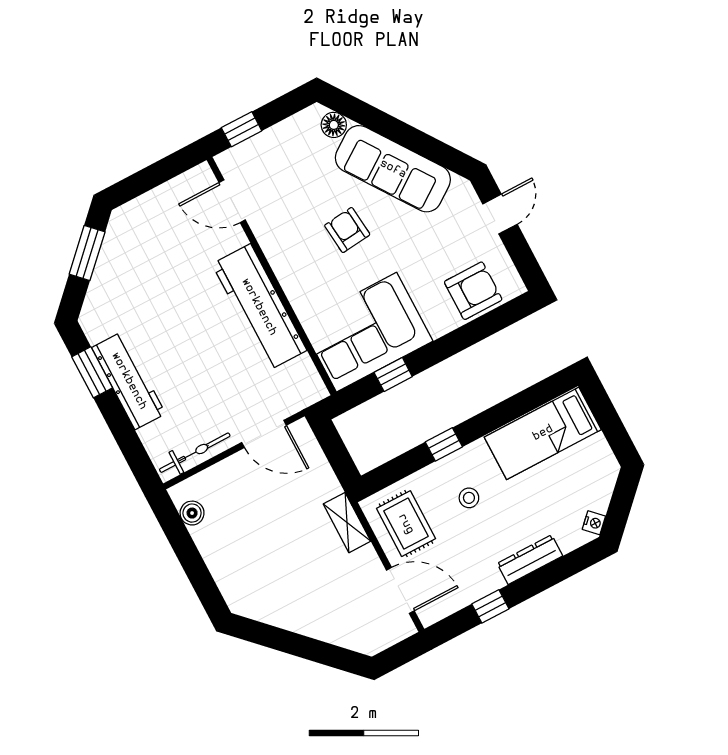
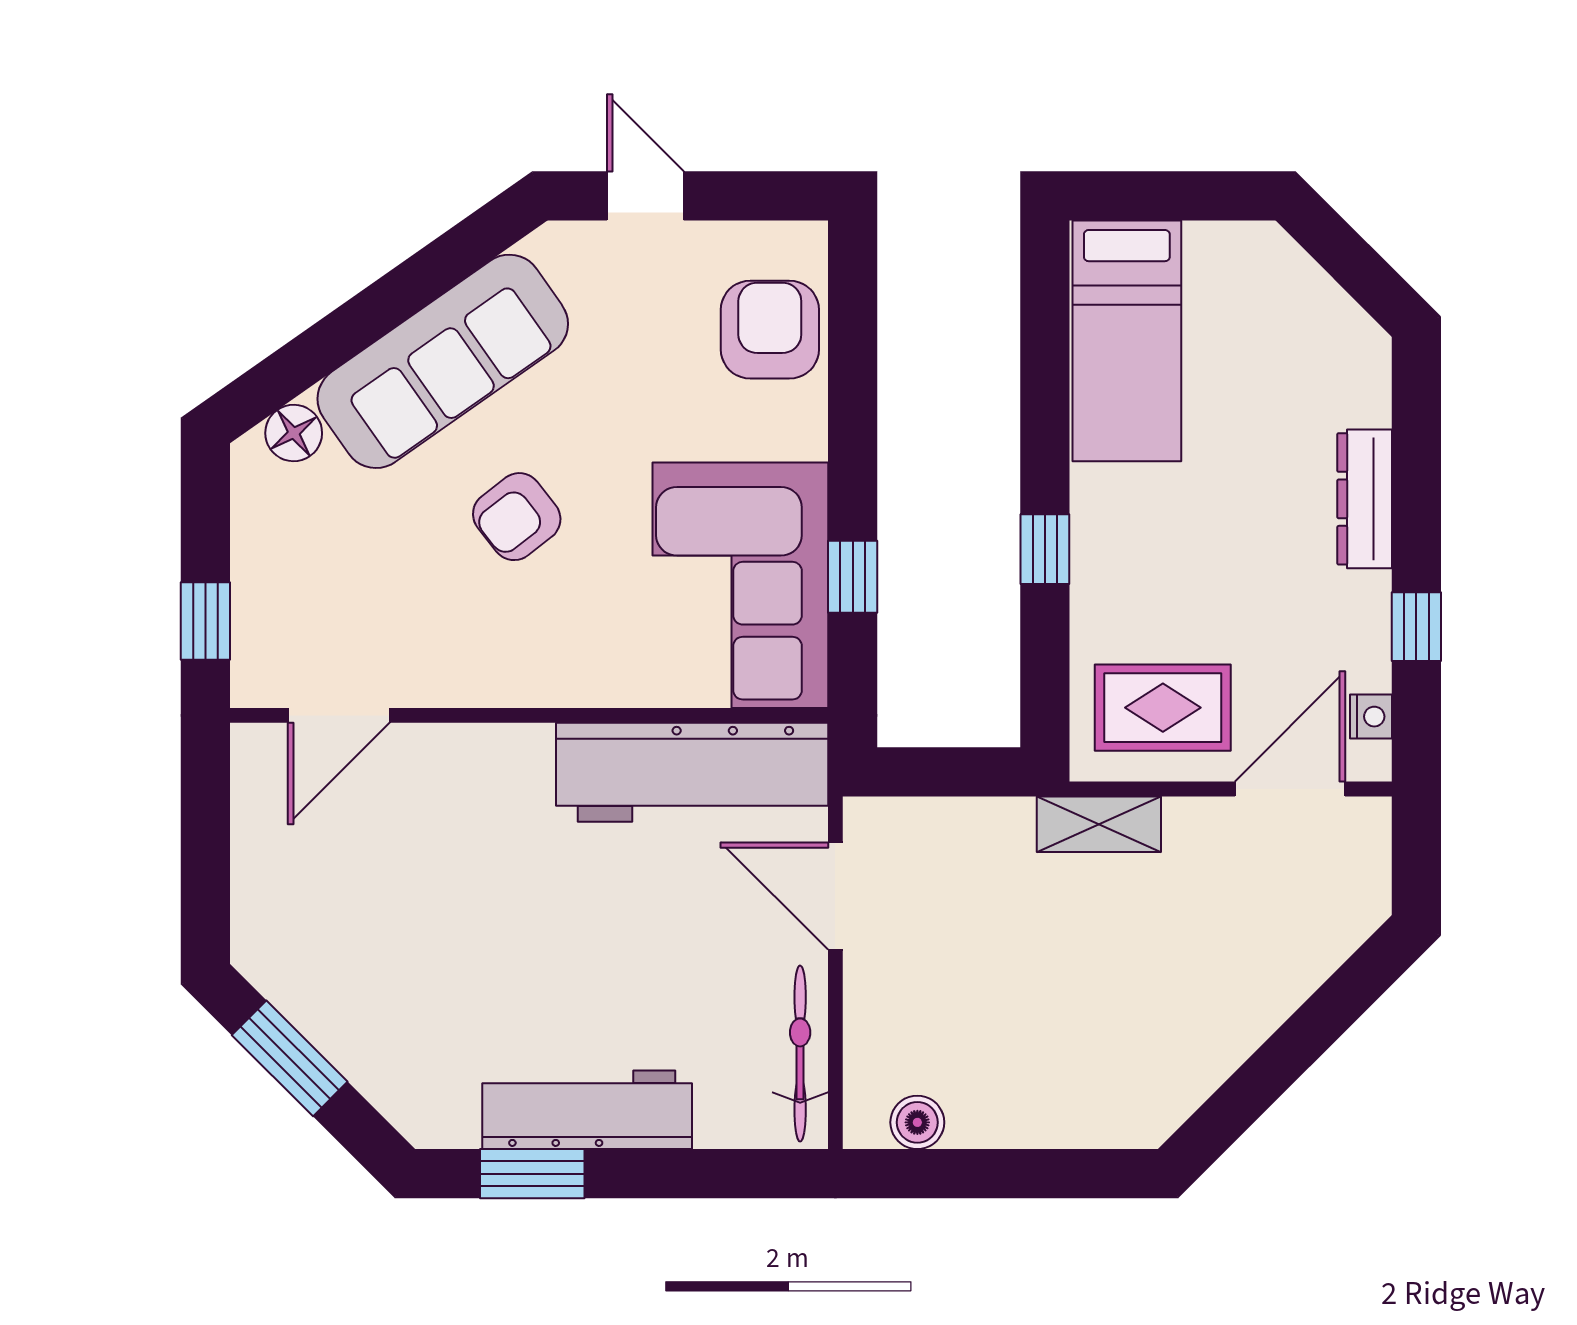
armchair: (347, 230) -> (517, 517), turned -32
workbench: (259, 307) -> (692, 772), moved
door: (264, 434) -> (835, 896), swing flipped
stool: (469, 498) -> (1178, 555), removed
nightstand: (594, 523) -> (1371, 717), moved, turned 45

